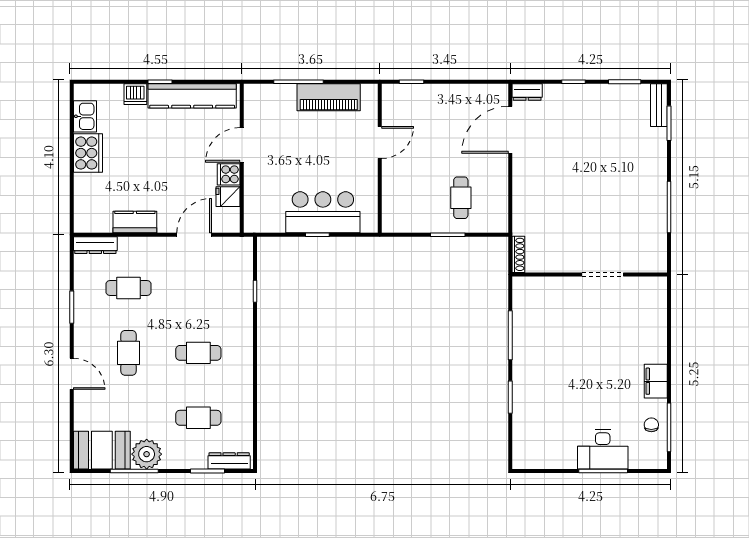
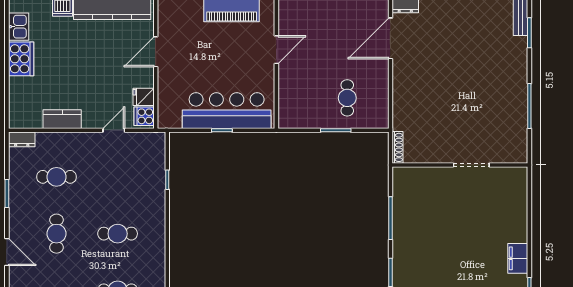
cooker: (229, 174) -> (144, 116), moved
bar counter: (323, 212) -> (227, 111), width x1.36
door: (194, 235) -> (114, 130), width x0.73
dresser: (95, 245) -> (22, 139), width x0.70

